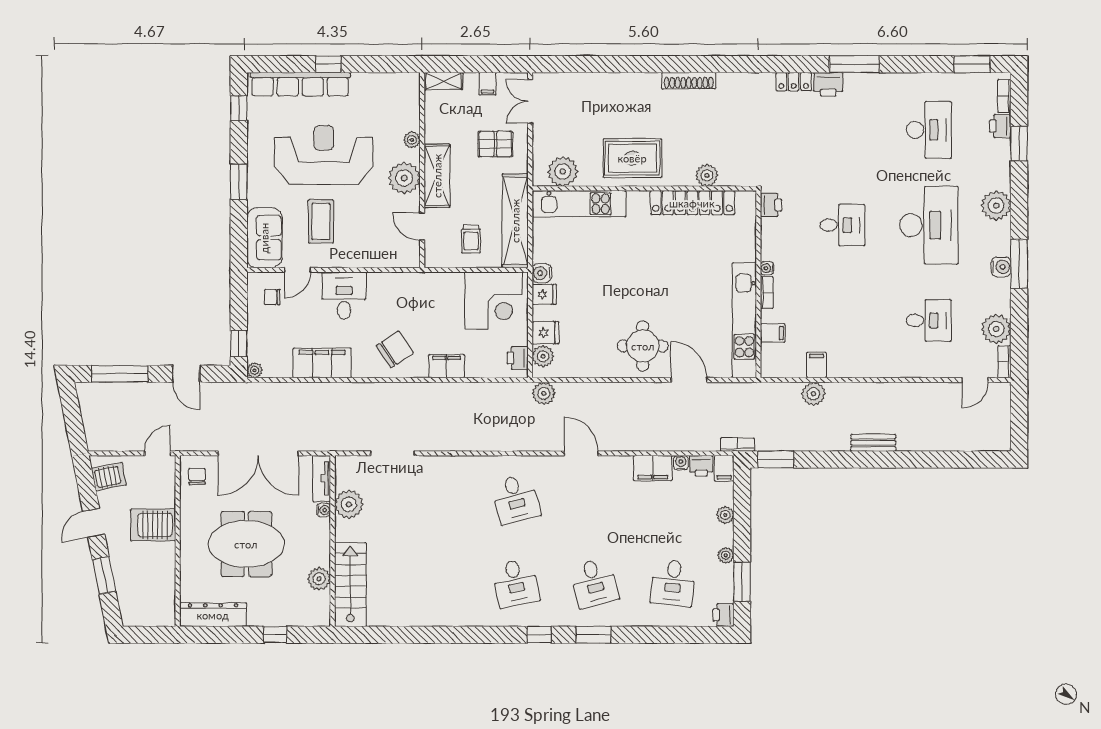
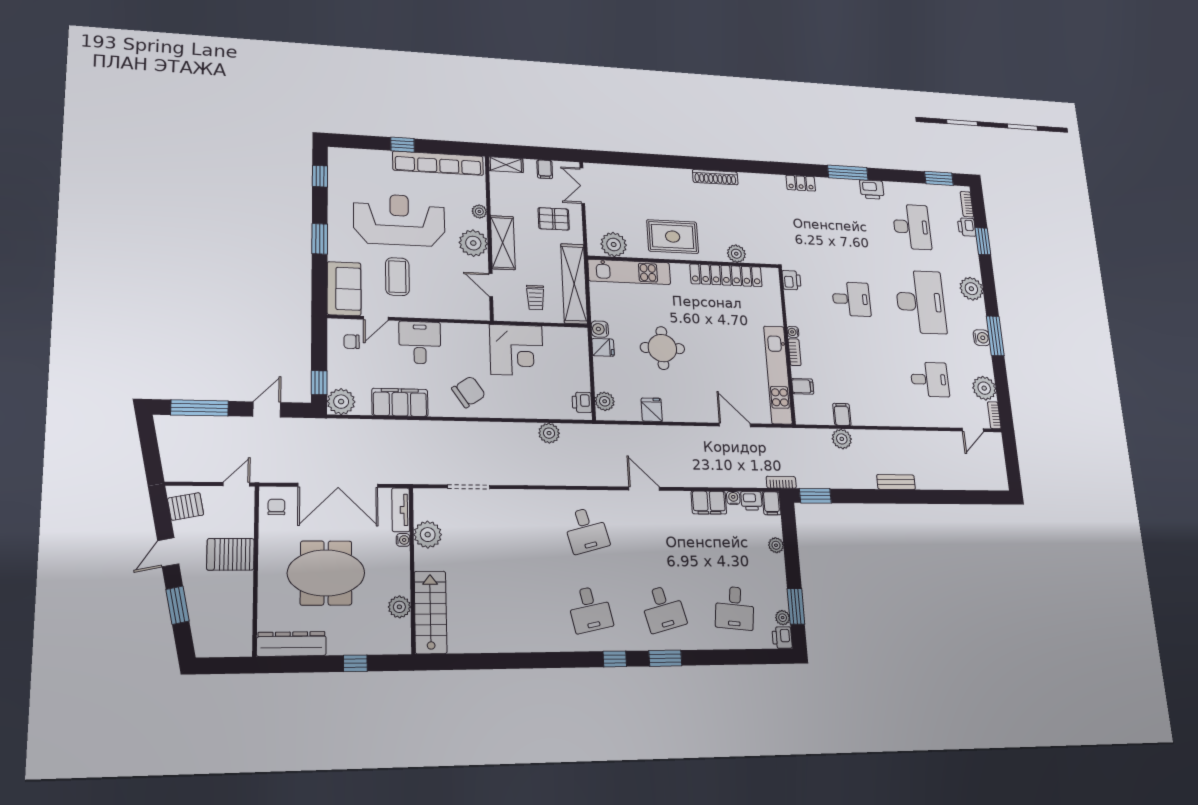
row of seats: (300, 84) -> (438, 163), moved
printer: (828, 84) -> (872, 190), moved
corner desk: (493, 301) -> (516, 350), moved
fridge: (545, 333) -> (652, 410), moved, turned -90
round table: (643, 346) -> (662, 348), moved
filing cabinet: (447, 366) -> (517, 408), removed
plant: (255, 370) -> (341, 402), width x1.88, depth x1.88
door: (186, 374) -> (267, 409), swing flipped
plant: (544, 393) -> (549, 433), moved
plant: (726, 555) -> (783, 618), moved

